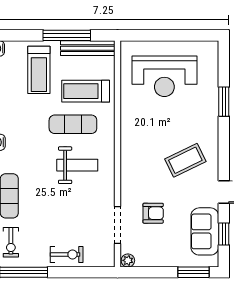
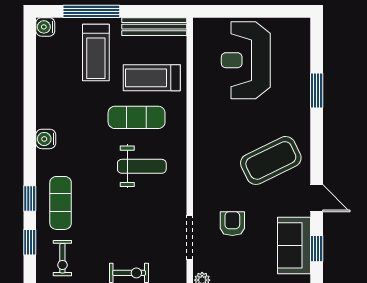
window: (67, 35) -> (91, 11), moved
reception desk: (164, 76) -> (246, 60), turned 90
coffee table: (185, 160) -> (271, 160), width x1.36, depth x1.32
armchair: (153, 213) -> (232, 224), turned -90

